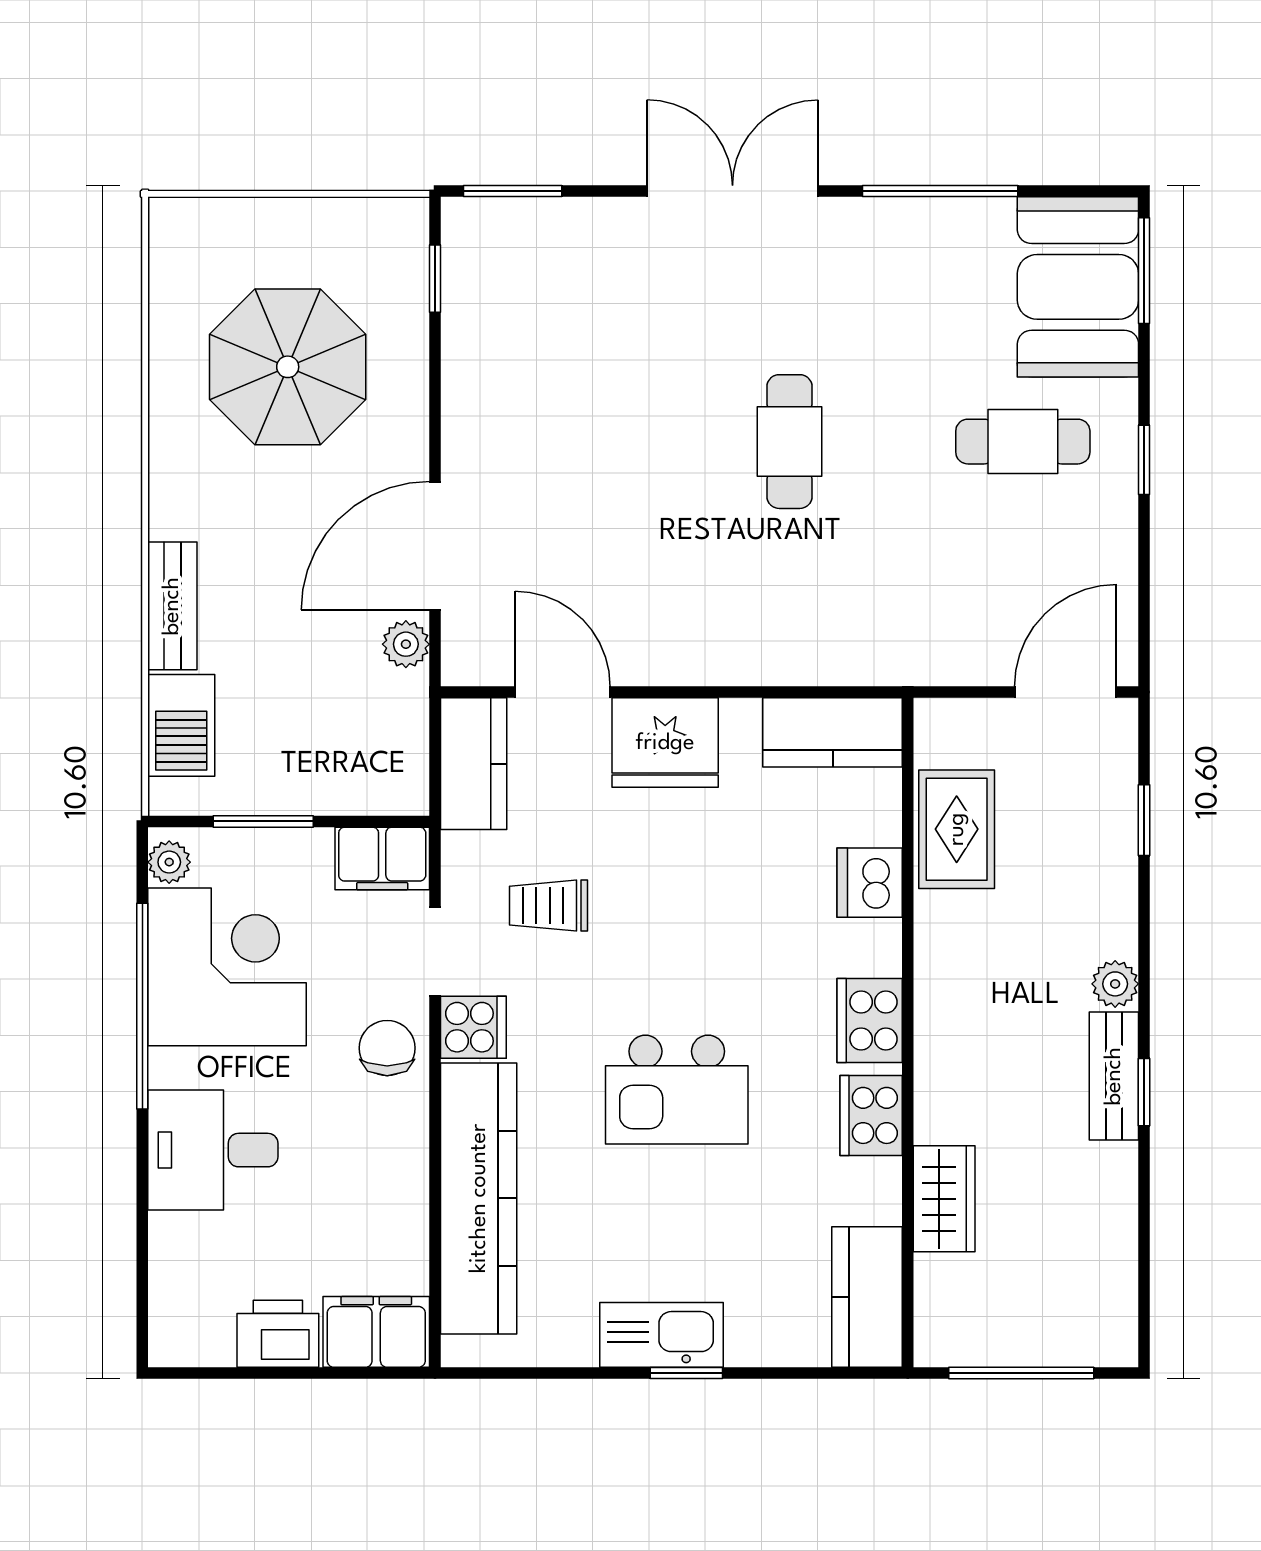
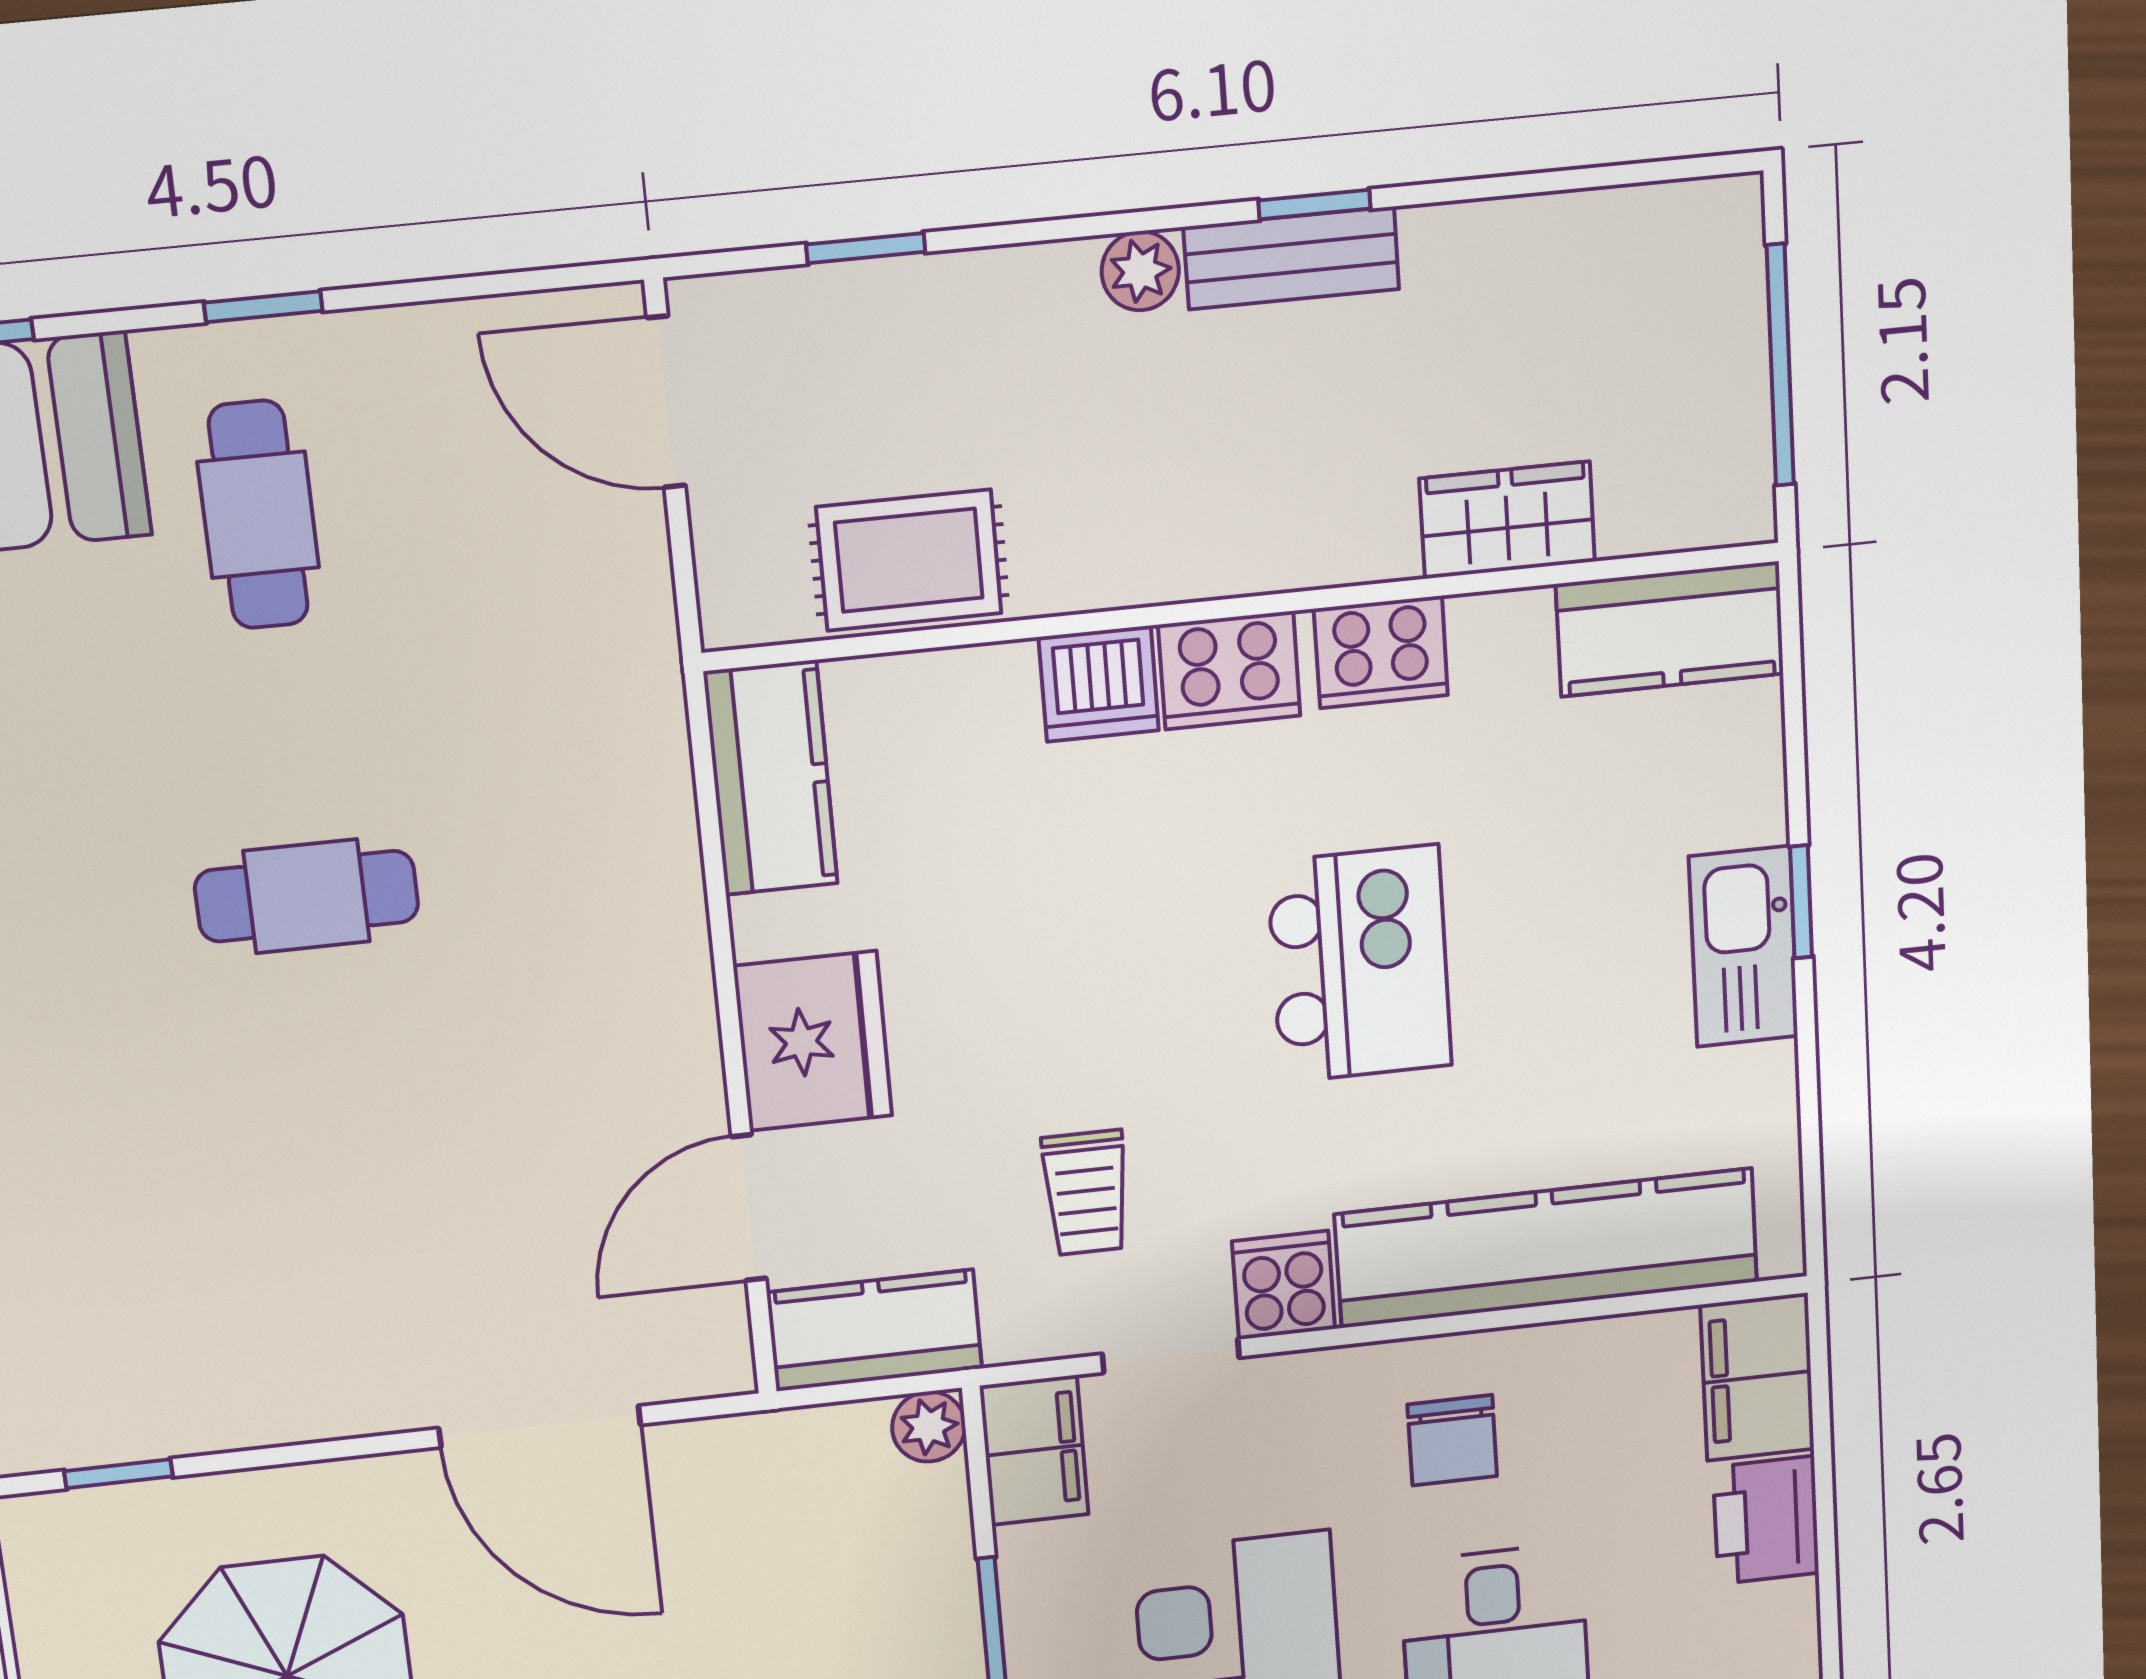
plant: (406, 644) -> (929, 1427), moved
dishwasher: (870, 883) -> (1099, 684), moved
chair: (387, 1048) -> (1452, 1440), moved, turned -90

